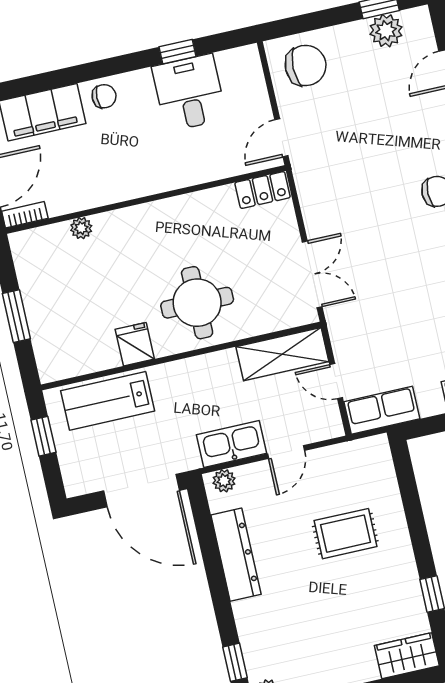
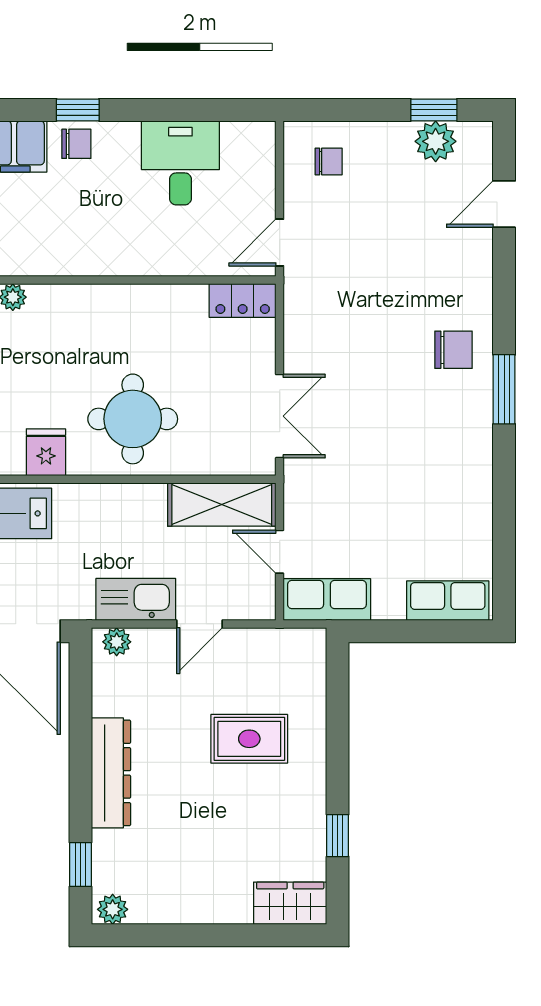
window: (177, 52) -> (78, 110), moved
chair: (306, 65) -> (329, 162), width x0.54, depth x0.54
dresser: (236, 555) -> (111, 773), moved

